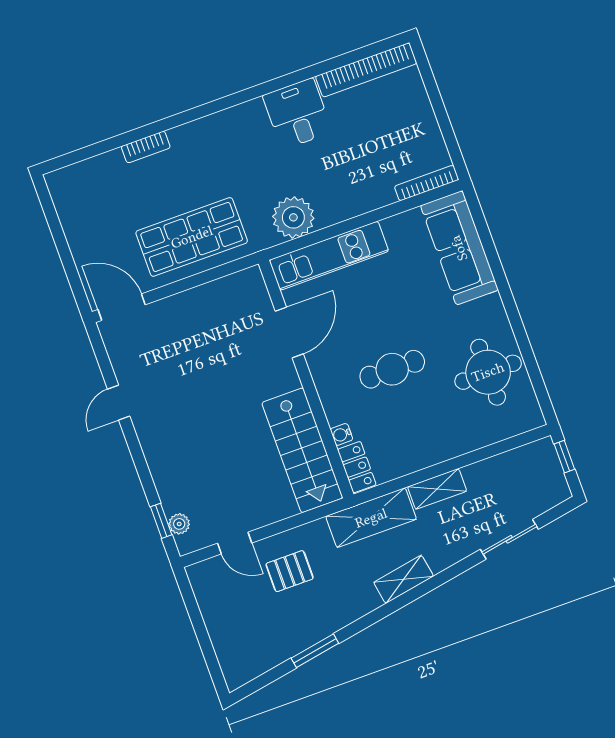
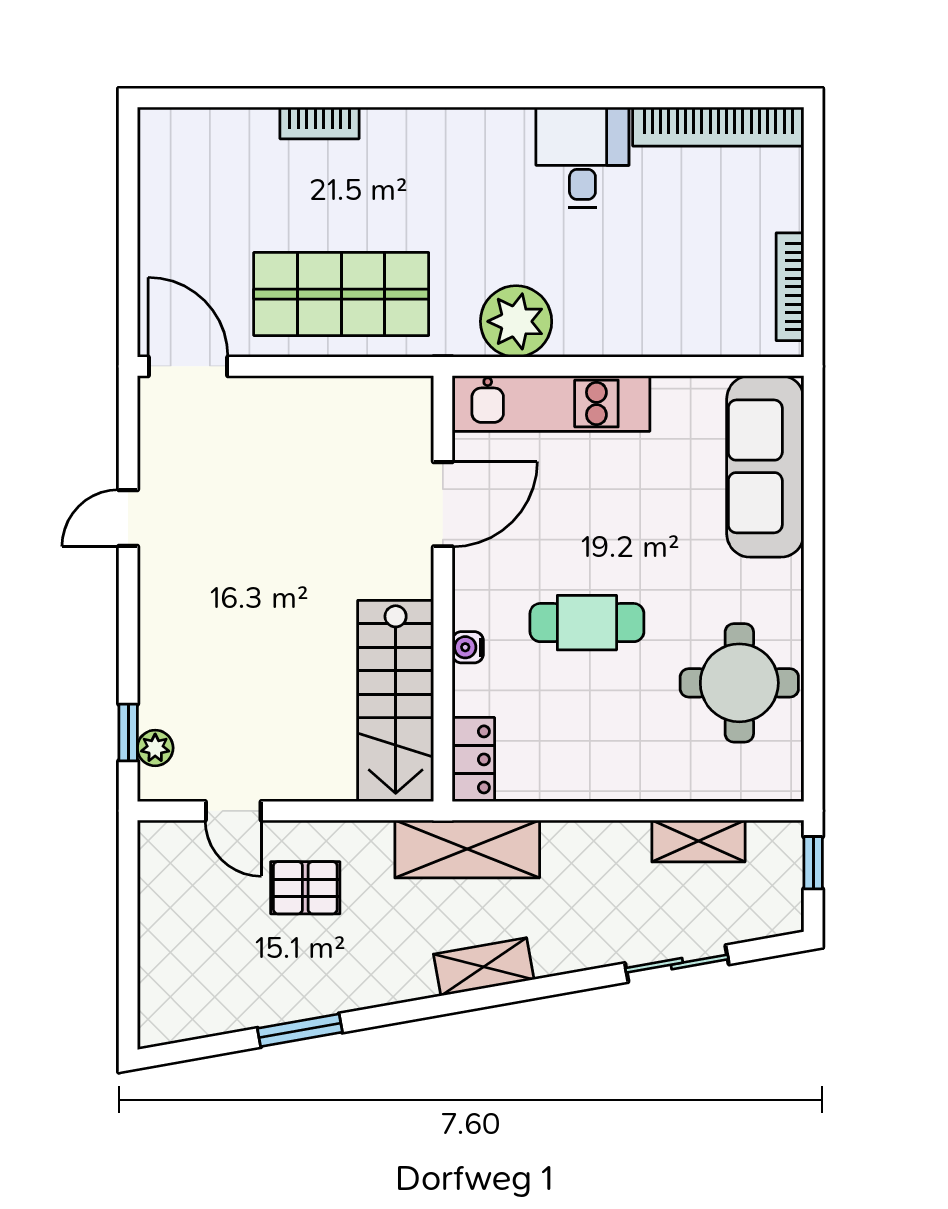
bookcase: (427, 183) -> (790, 287), moved, turned -90
water cooler: (341, 434) -> (468, 647), moved
shelving: (437, 489) -> (698, 841), moved

